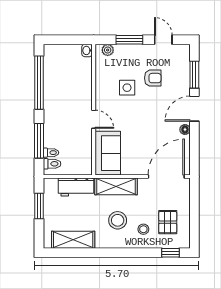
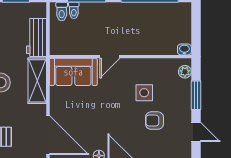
door: (163, 40) -> (196, 132), hinge flipped
armchair: (153, 78) -> (154, 121), turned 90

